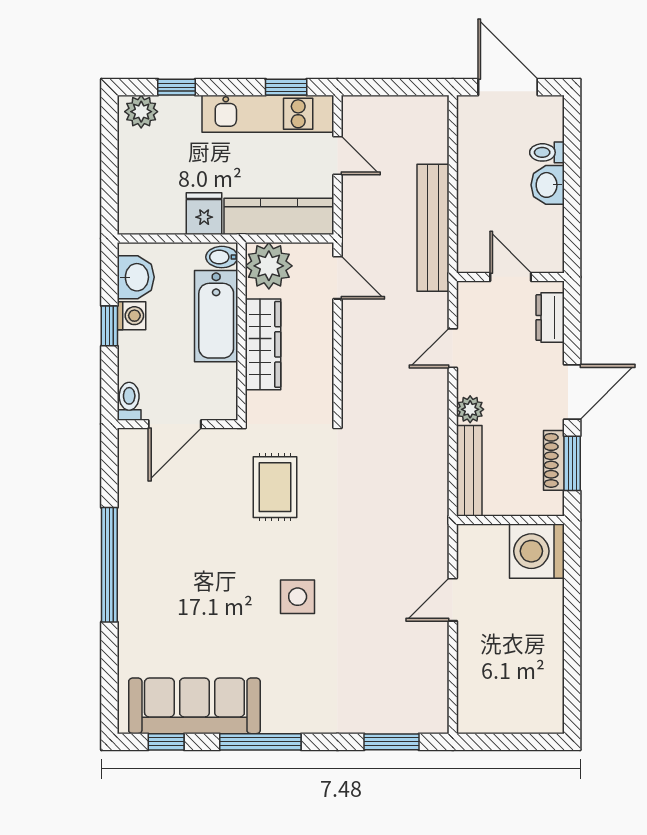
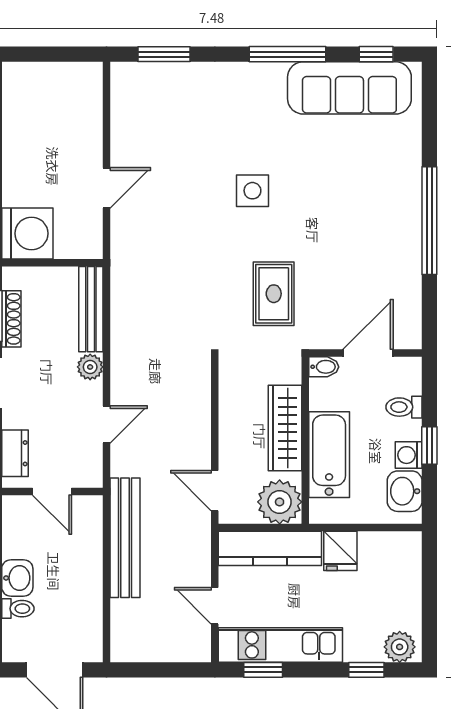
bidet: (222, 257) -> (324, 367), moved
toilet: (129, 401) -> (404, 407), moved, turned 90

